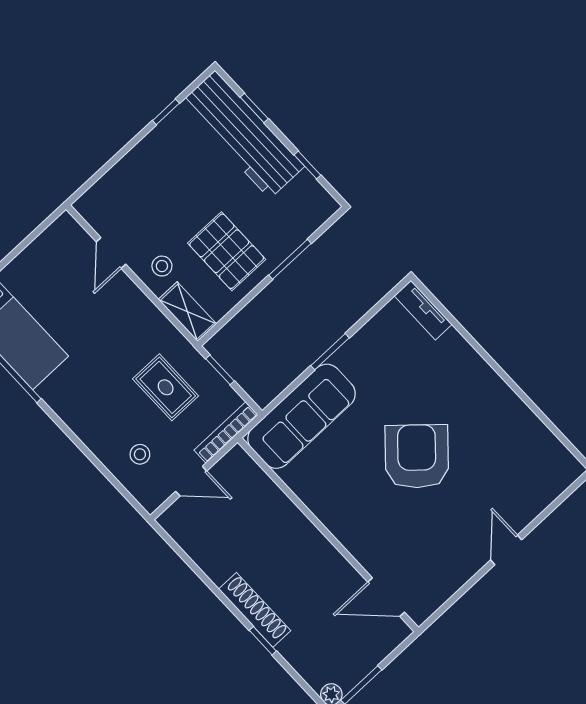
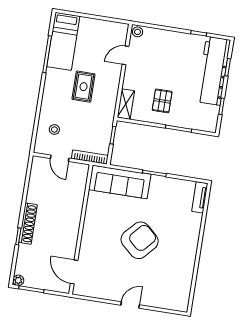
pallet: (227, 251) -> (162, 101), width x0.67, depth x0.71
stool: (162, 266) -> (138, 32), moved
rug: (166, 387) -> (83, 87), moved

